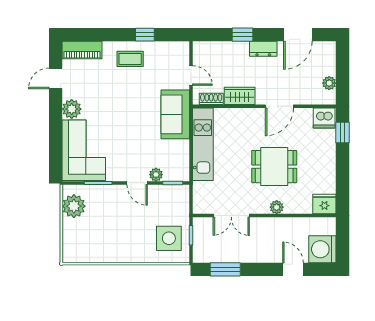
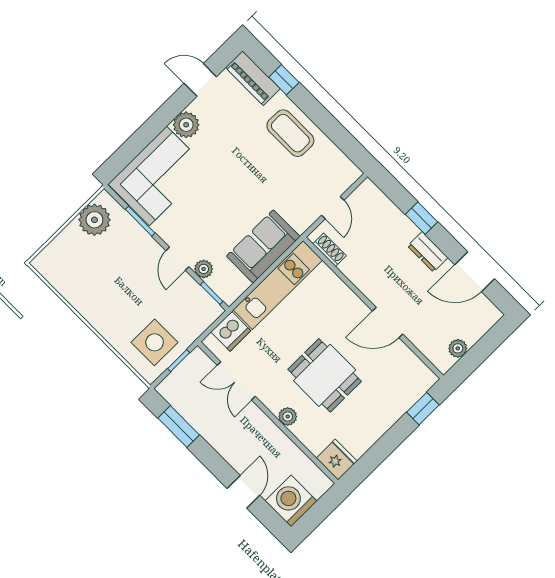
window: (145, 35) -> (284, 80), moved
coffee table: (130, 59) -> (290, 133), width x1.36, depth x1.30
wardrobe: (240, 96) -> (360, 274), removed
sofa: (175, 114) -> (263, 246), moved
dishwasher: (324, 118) -> (231, 331), moved, turned -90

